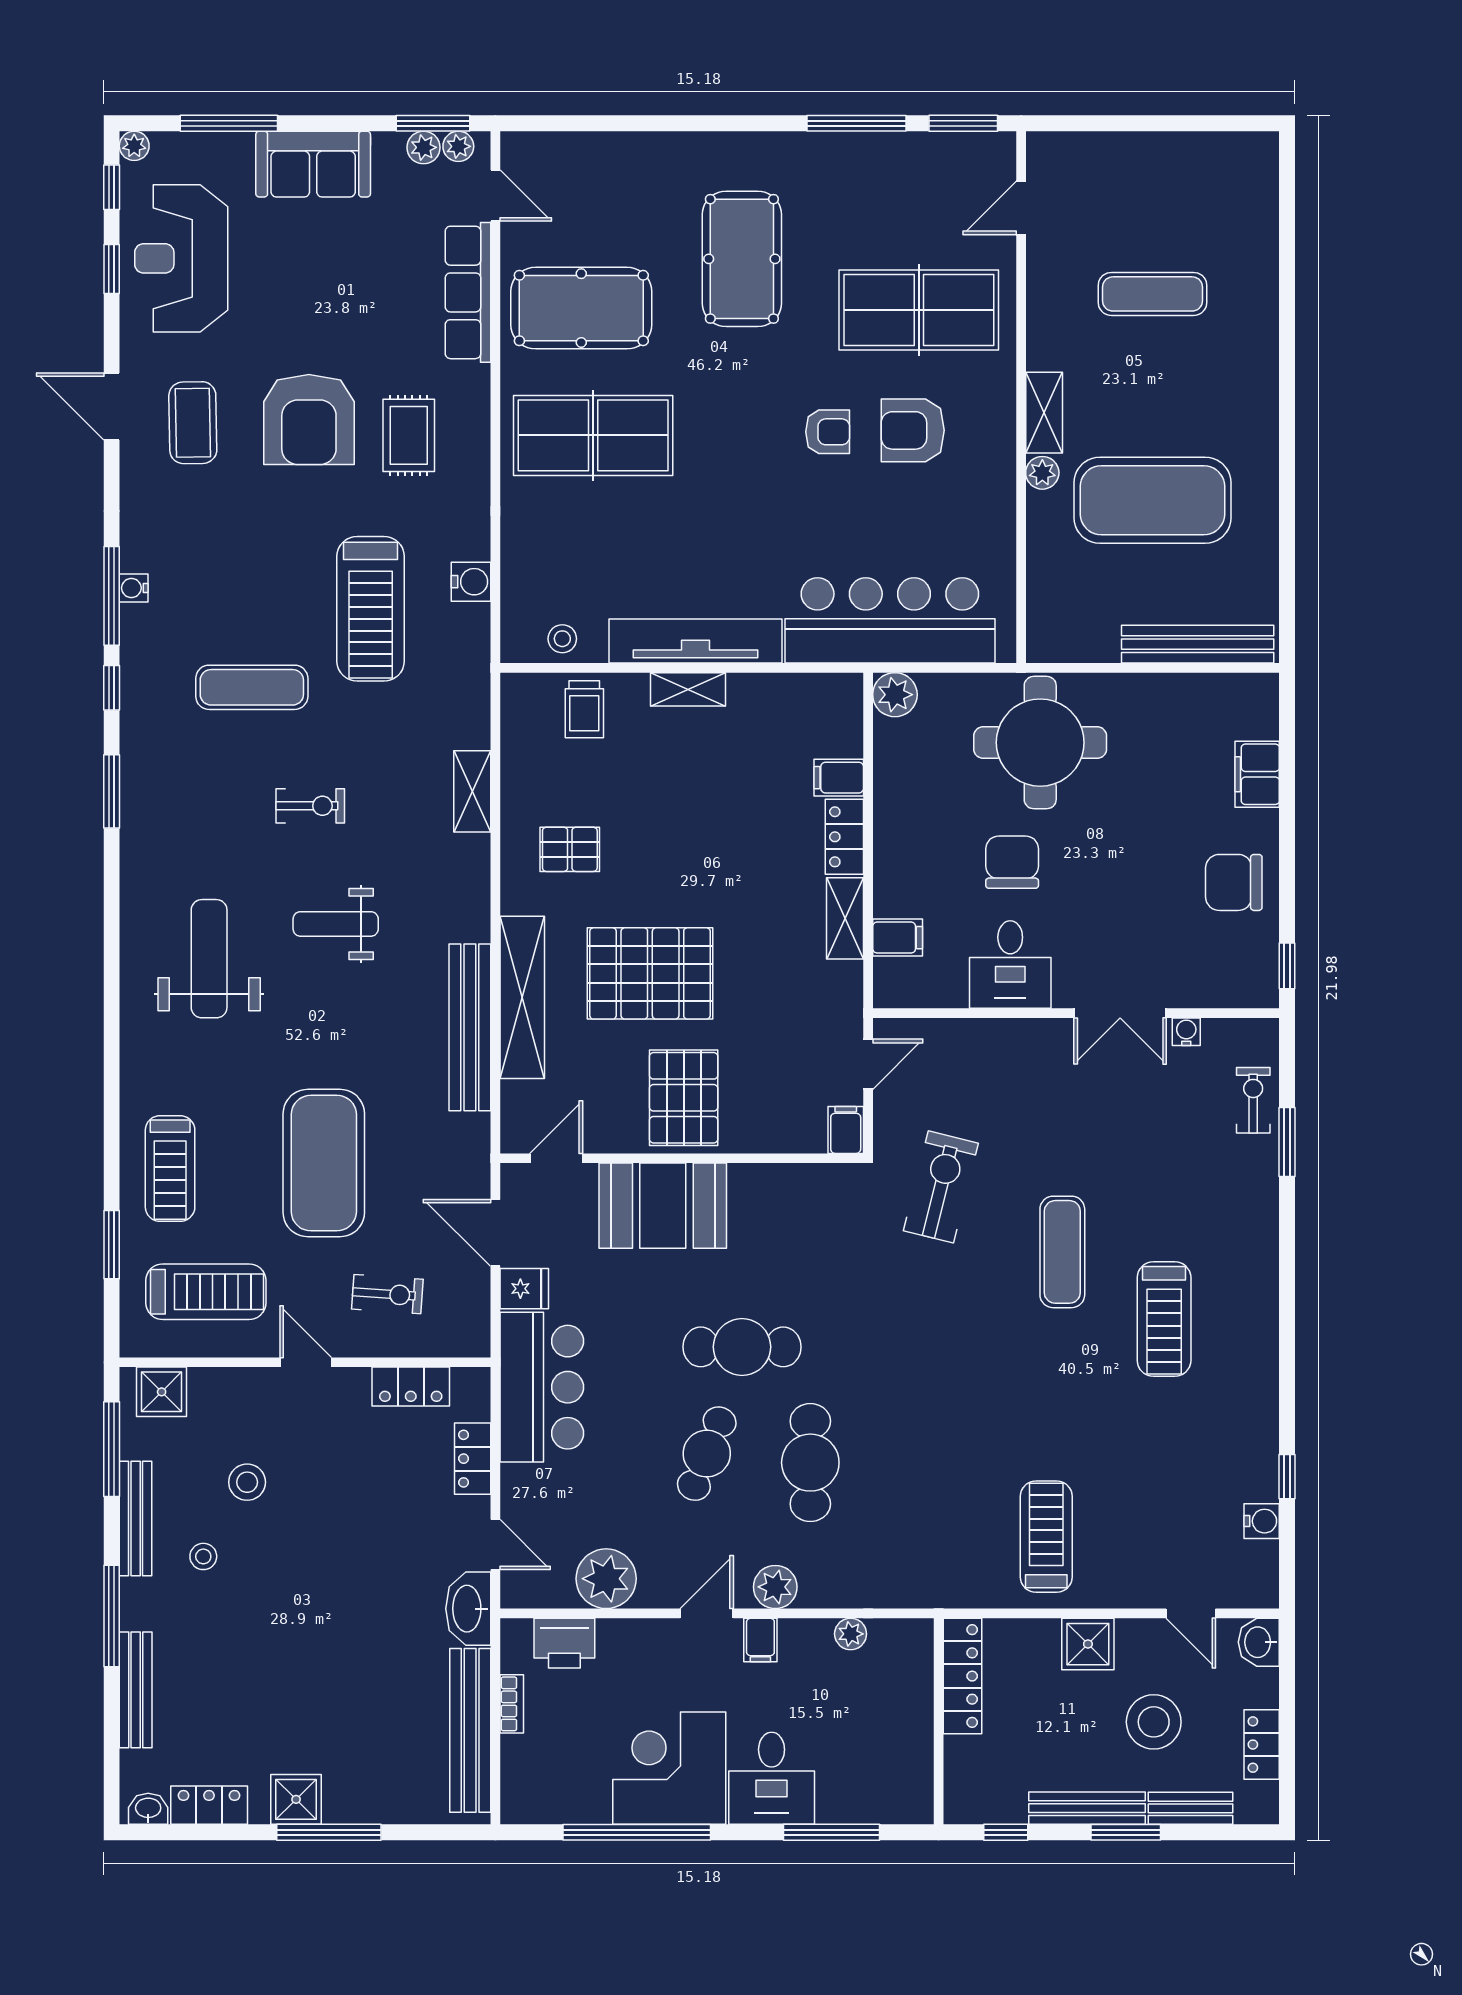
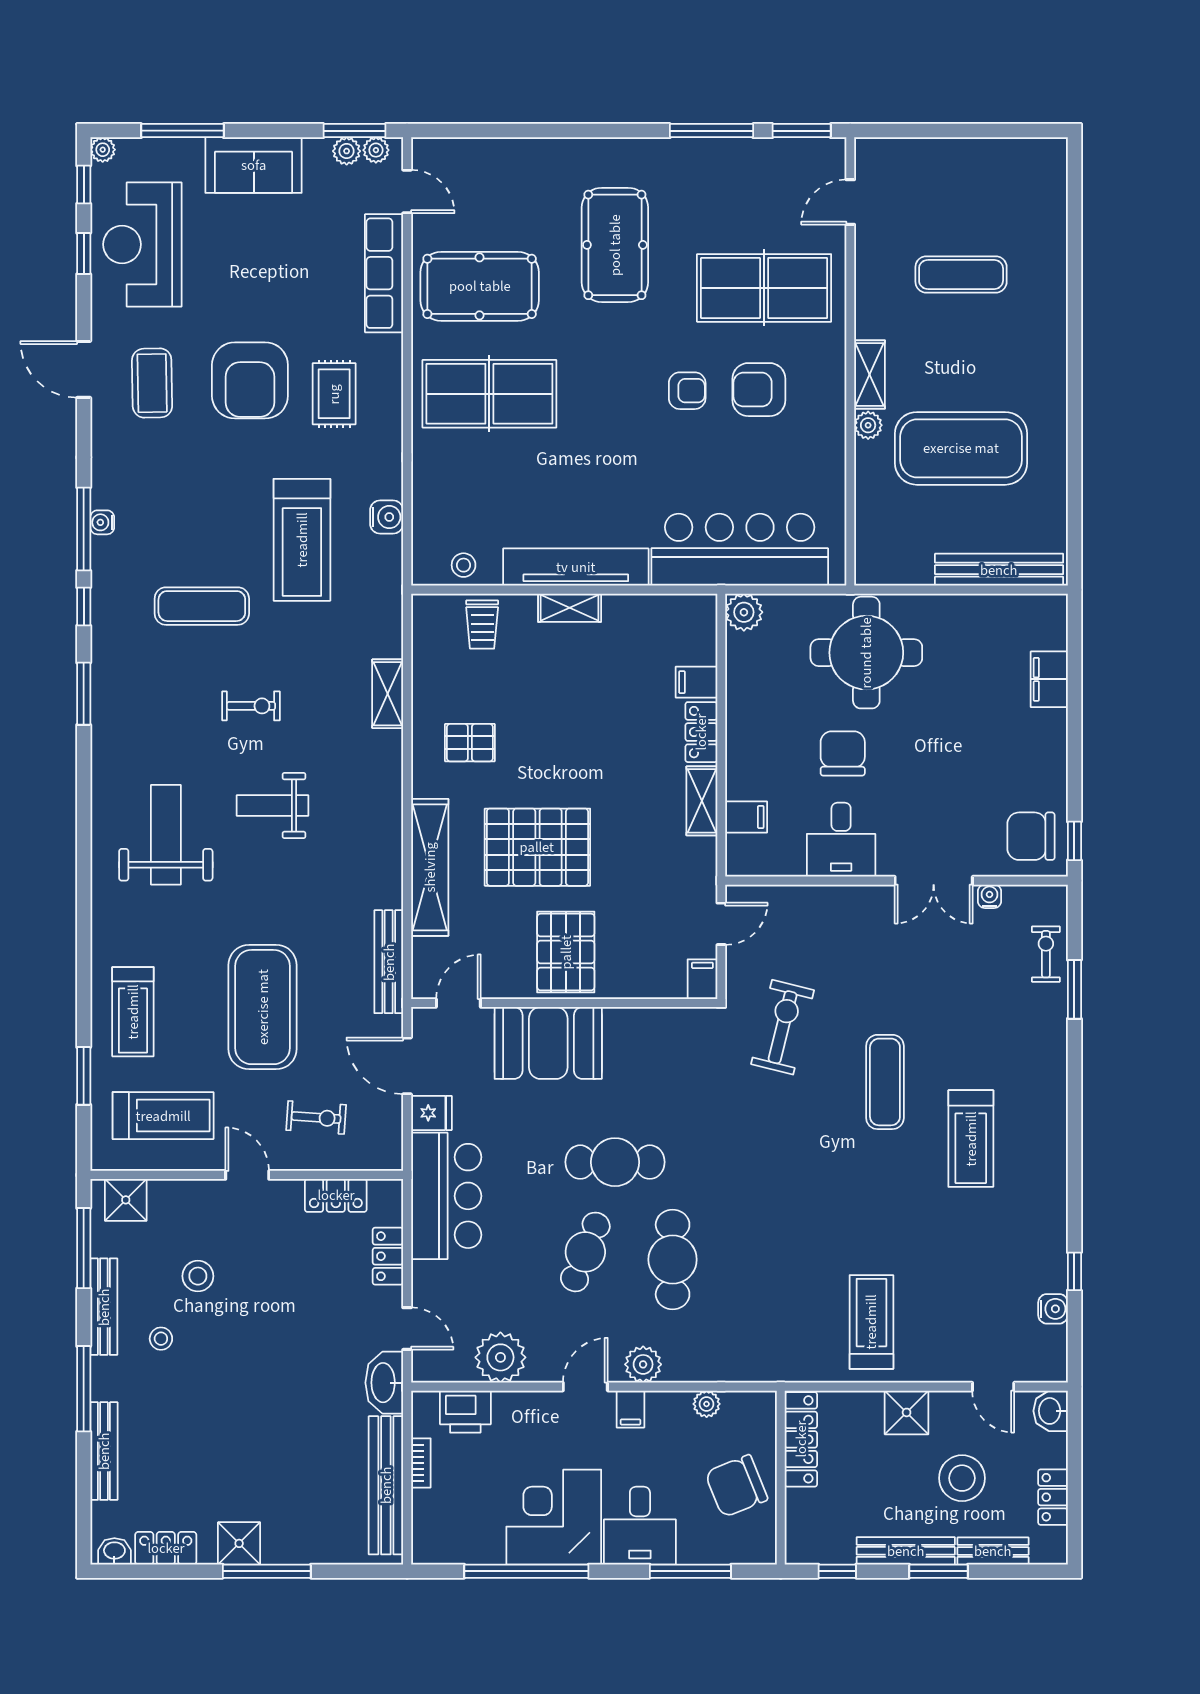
chair: (1234, 882) -> (1031, 836), moved
bench: (470, 1027) -> (389, 962), moved, width x0.73, depth x0.82
chair: (886, 1731) -> (736, 1486), added

